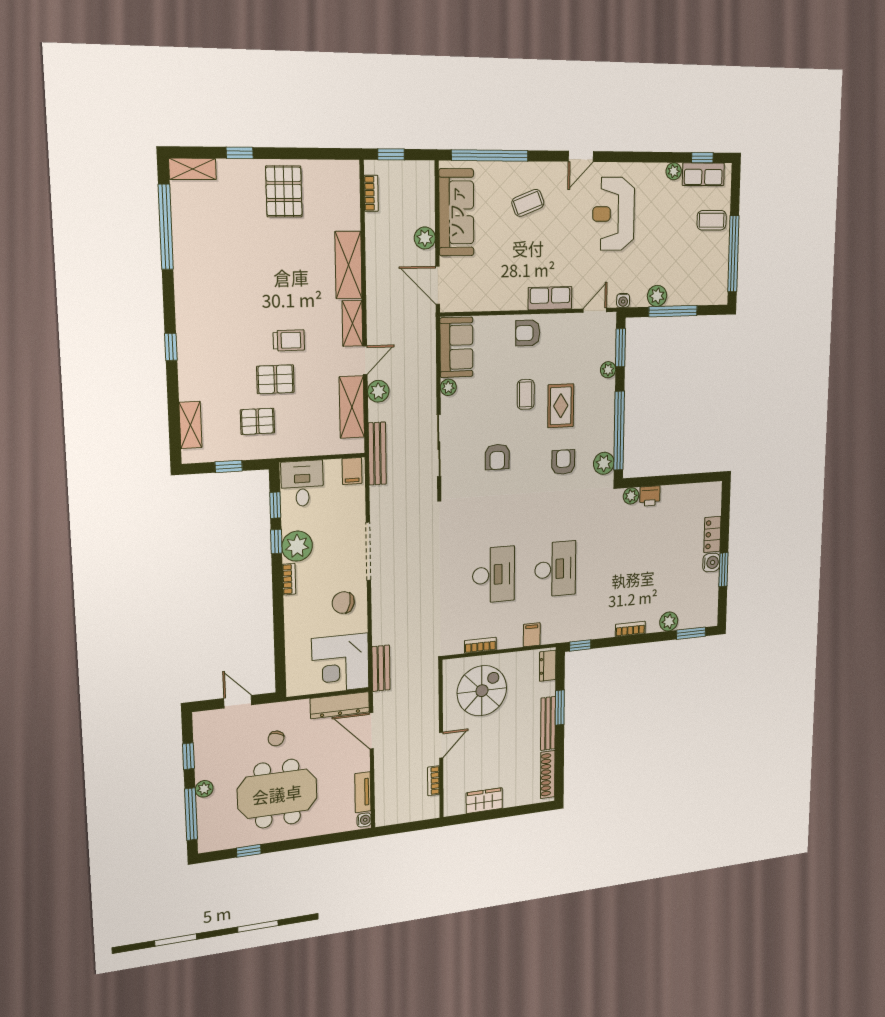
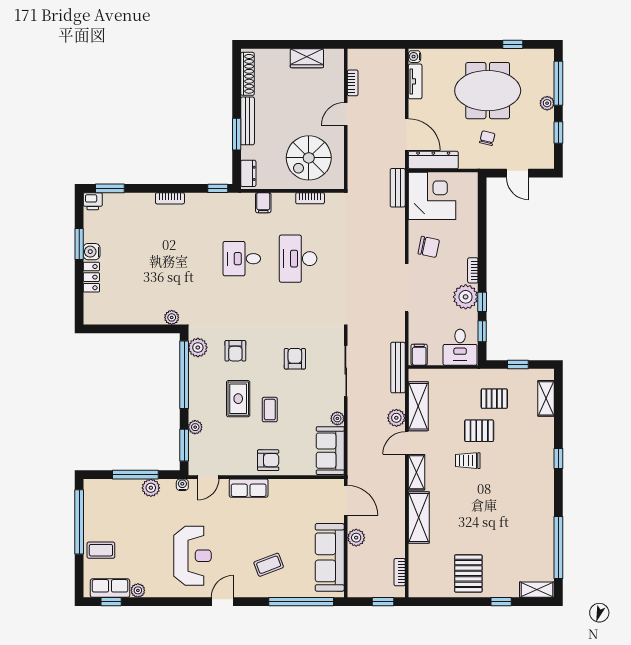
printer: (650, 496) -> (93, 201), moved, turned 180
desk: (555, 569) -> (242, 259), width x0.73
plant: (669, 622) -> (132, 201), removed

